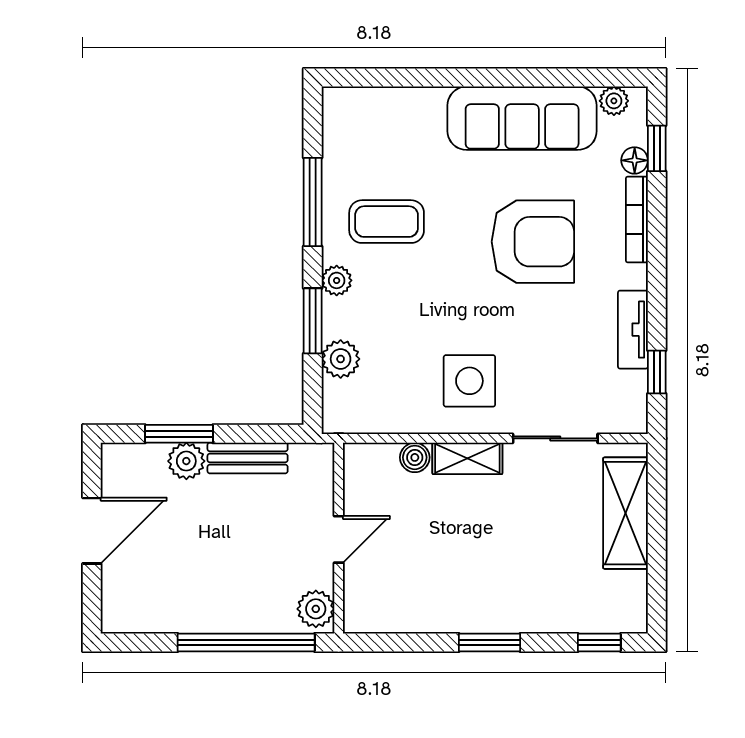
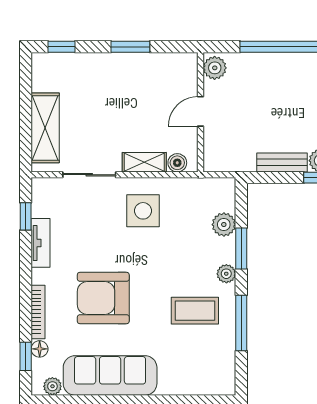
wall: (339, 538) -> (200, 112), moved
door: (339, 539) -> (200, 111), moved
plant: (316, 609) -> (215, 68), moved

